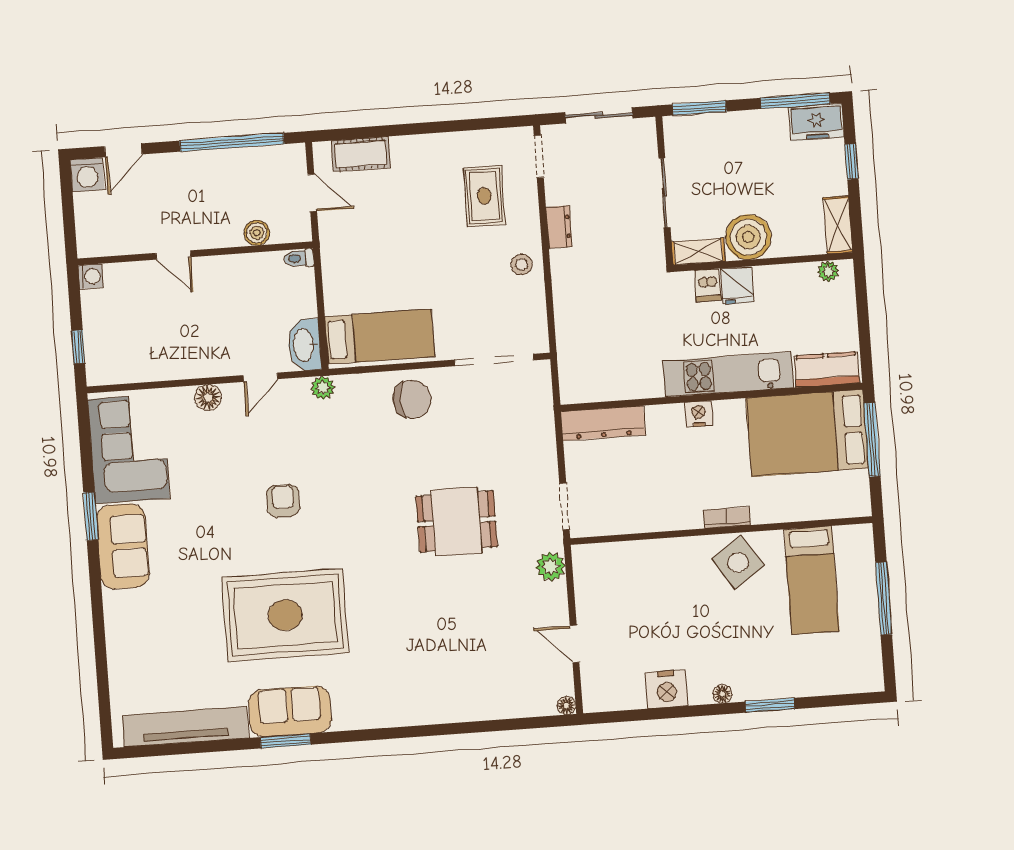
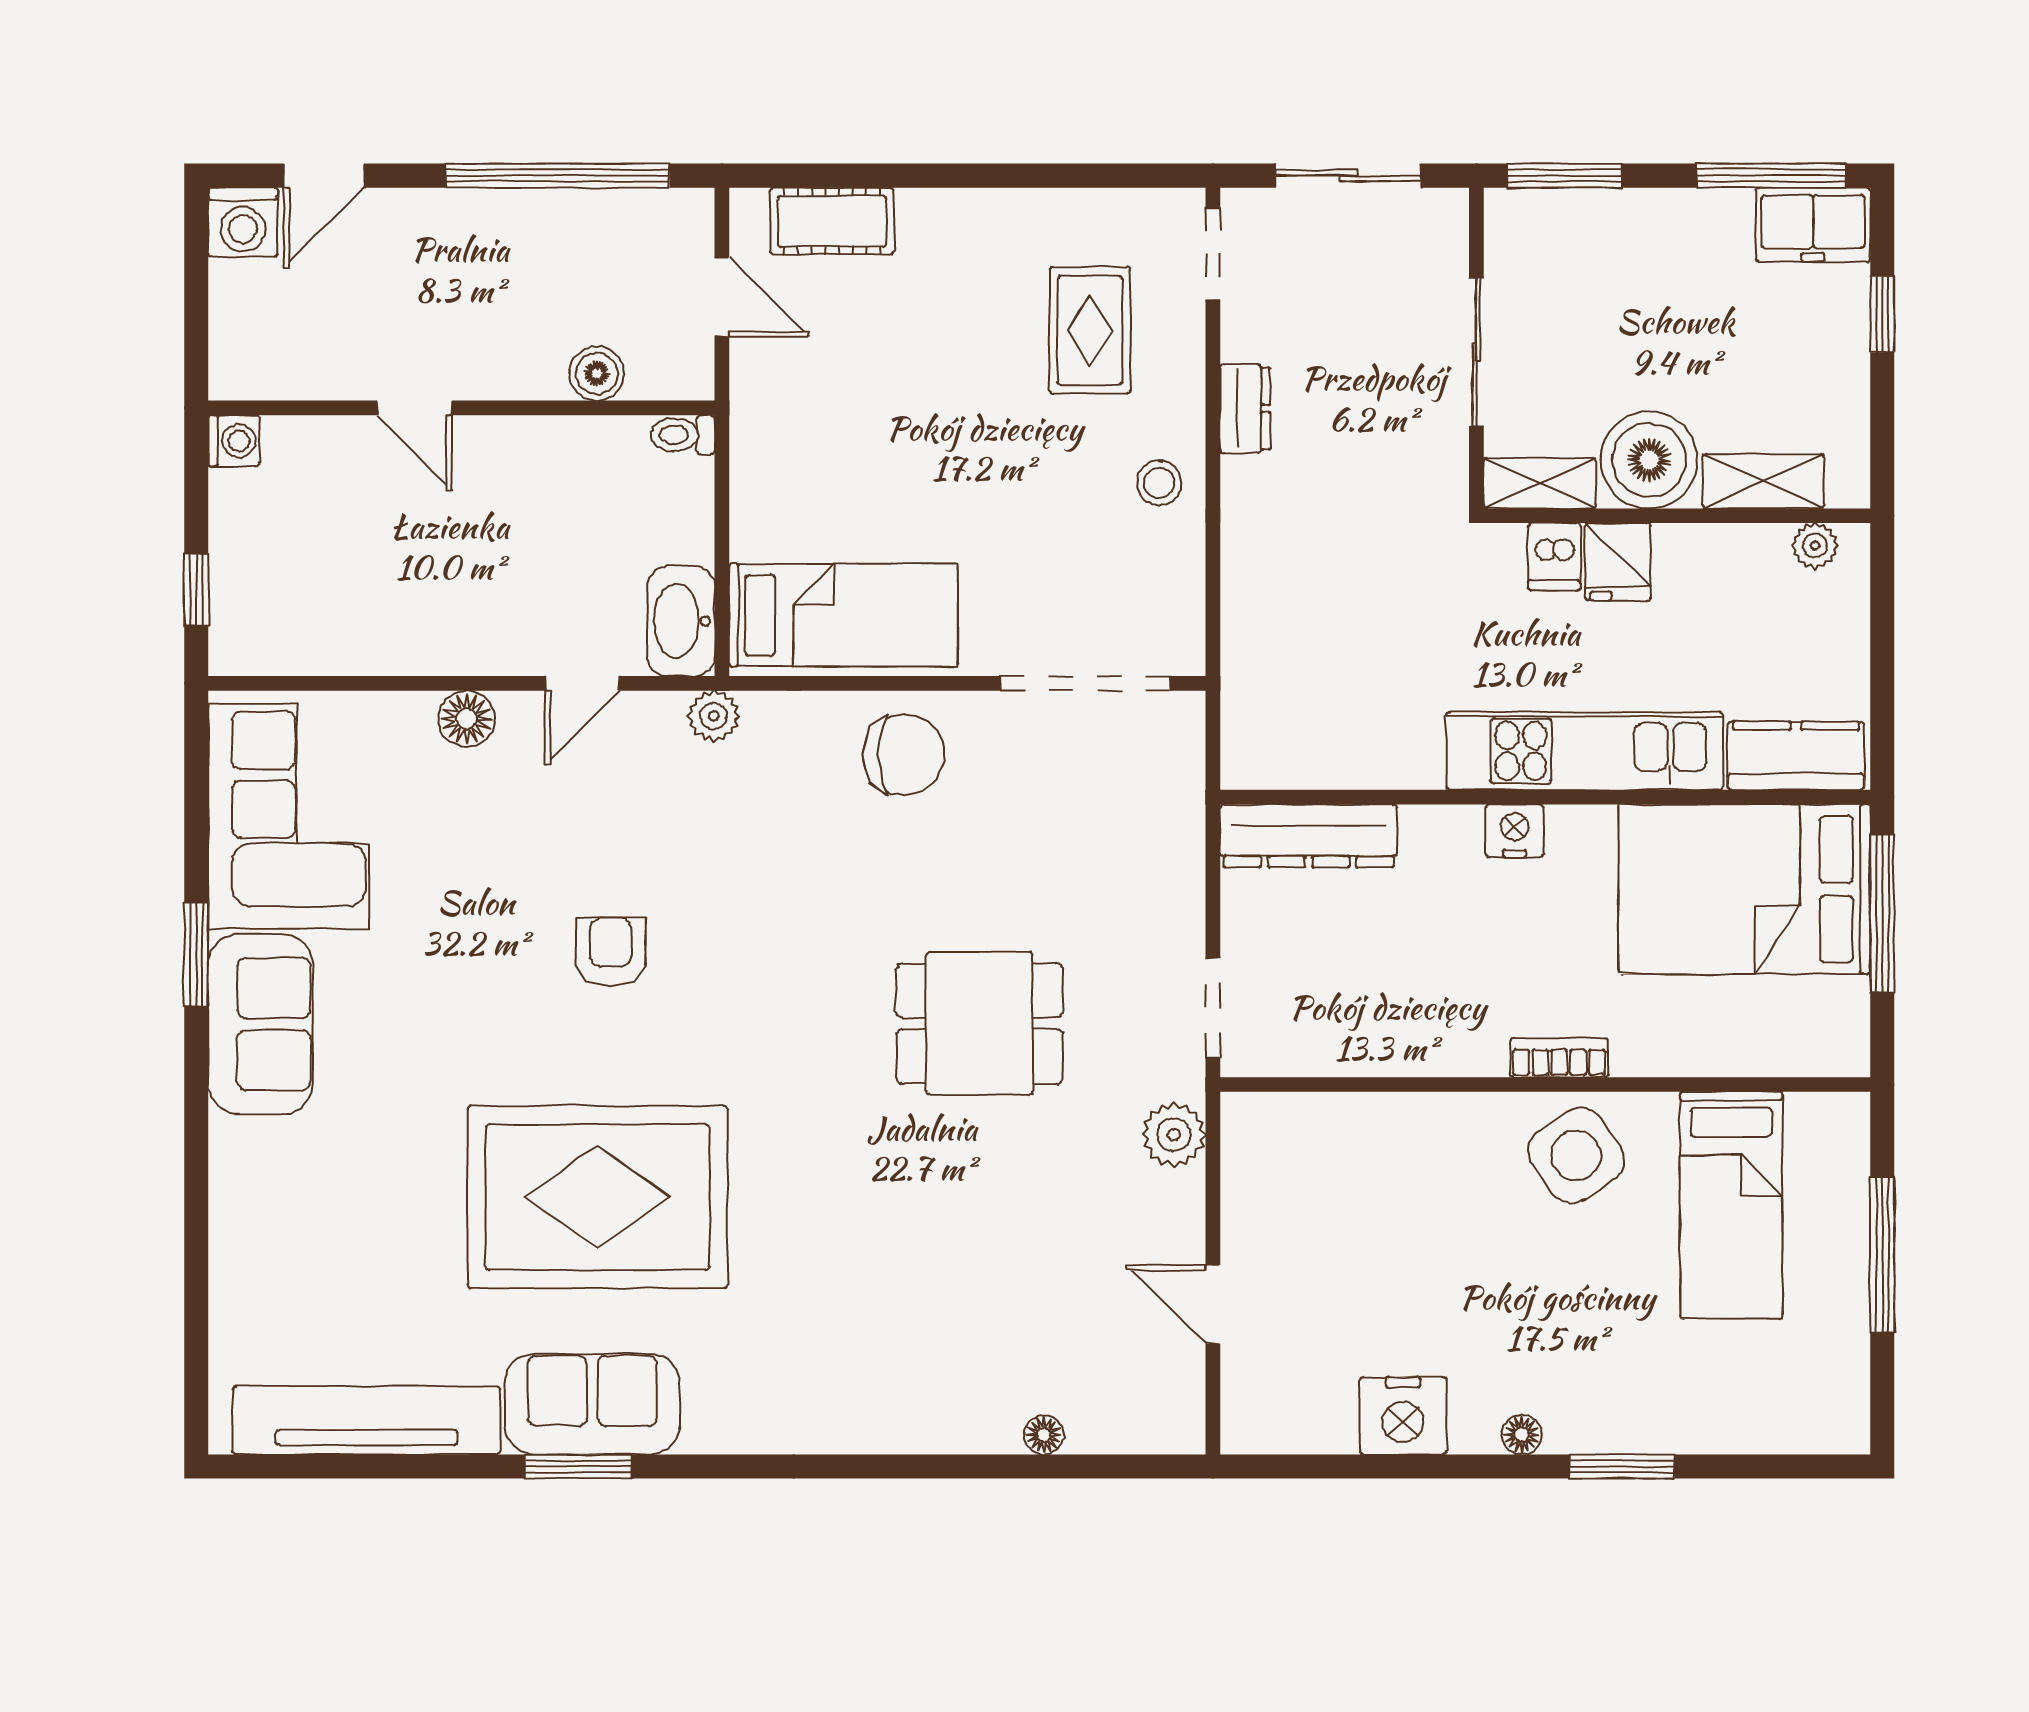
shelving: (838, 225) -> (1763, 481), moved, turned 90
floor lamp: (567, 705) -> (1044, 1435), moved

